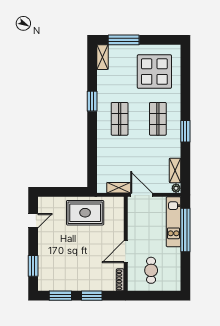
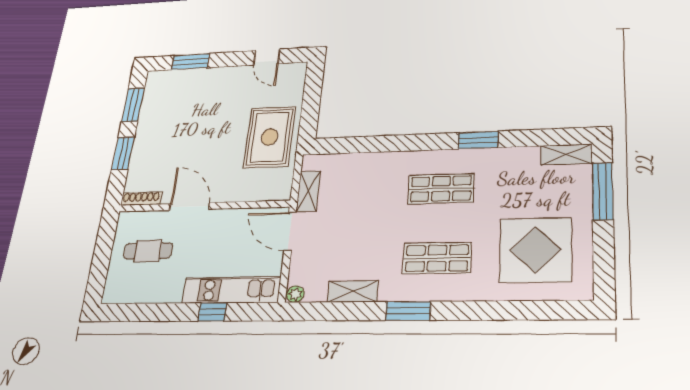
shelving: (175, 170) -> (353, 292), moved
door: (142, 195) -> (290, 231), swing flipped
window: (185, 230) -> (212, 312), width x0.32

